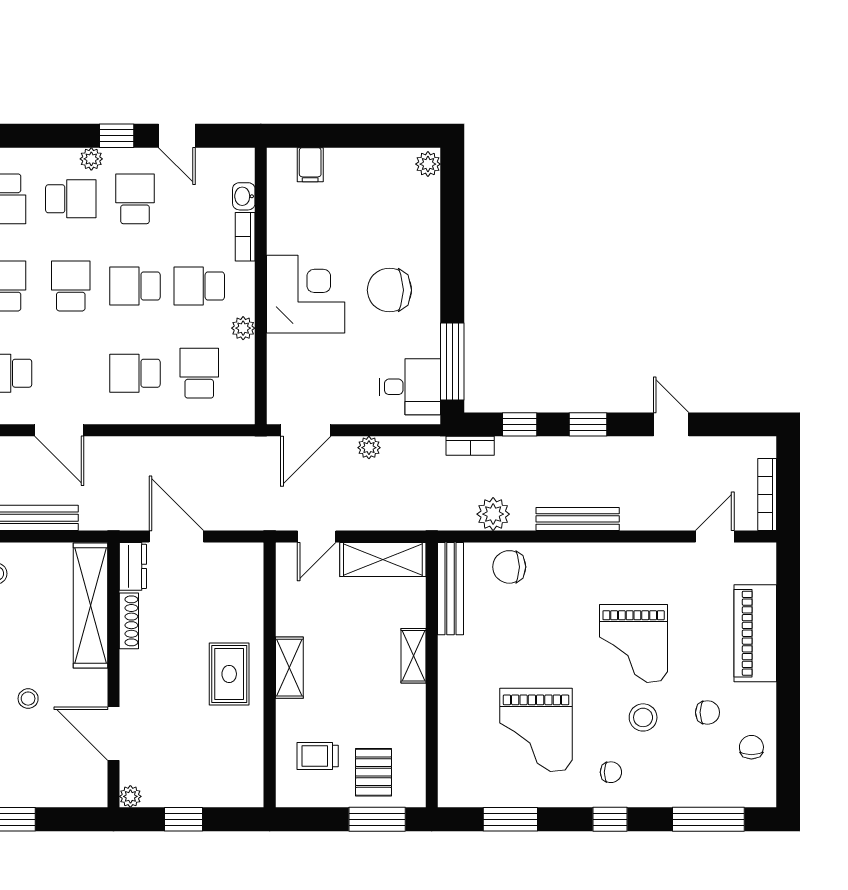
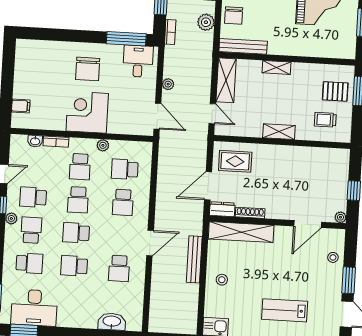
plant: (428, 164) -> (24, 45), removed
rug: (229, 674) -> (235, 161), moved
stool: (28, 699) -> (333, 257), moved
trolley: (318, 756) -> (325, 120), turned 90

